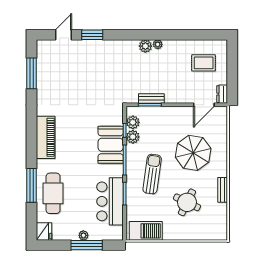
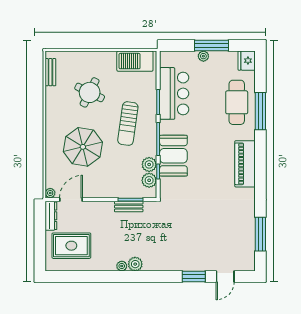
rug: (204, 63) -> (71, 246), width x1.36, depth x1.43
dresser: (222, 94) -> (51, 216), width x1.44
plant: (223, 111) -> (50, 193), added
bench: (223, 190) -> (50, 72), moved
window: (87, 245) -> (212, 45), moved

